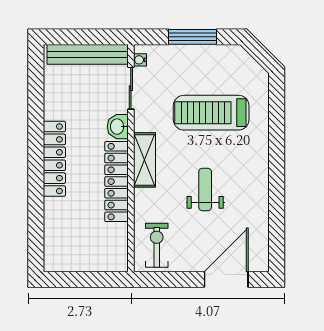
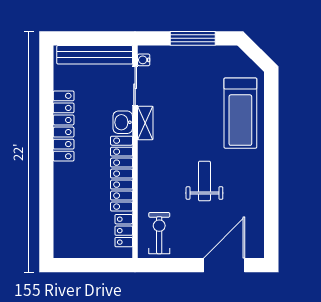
treadmill: (211, 113) -> (240, 113), moved, turned -90
locker: (54, 159) -> (64, 126), moved
shelving: (145, 160) -> (145, 123), moved, width x0.67, depth x0.75
locker: (119, 243) -> (124, 231), added

